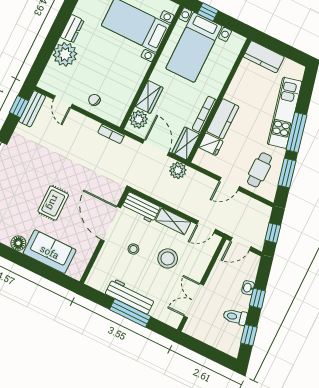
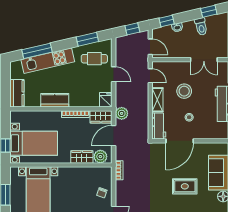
kitchen counter: (223, 119) -> (55, 100), moved
window: (296, 132) -> (37, 51), moved
fridge: (211, 144) -> (106, 100), moved
window: (257, 298) -> (167, 21), moved

